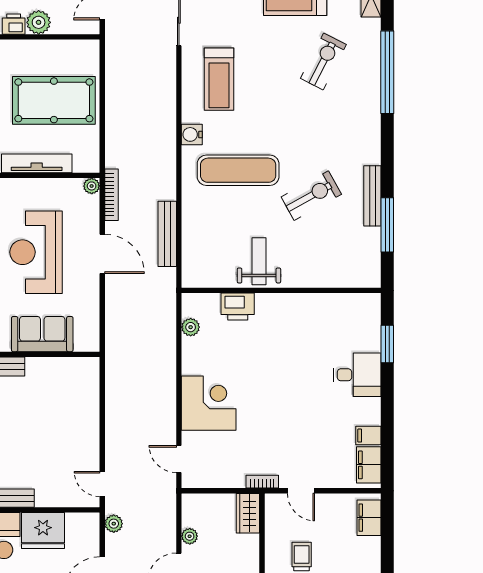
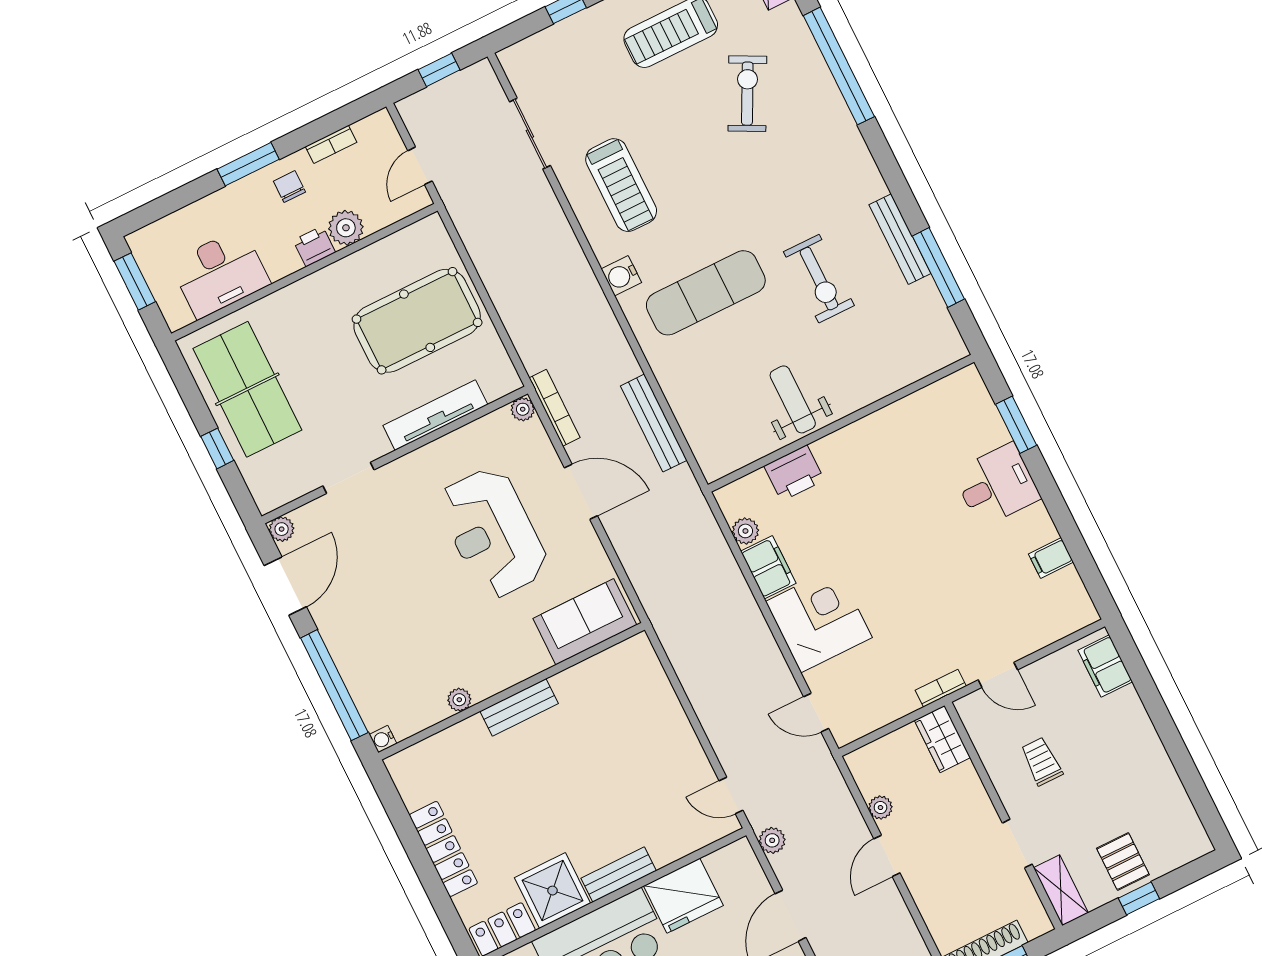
exercise bike: (311, 196) -> (819, 279), turned 119
sofa: (42, 334) -> (585, 622), moved
filing cabinet: (369, 465) -> (768, 567), moved, turned 180

